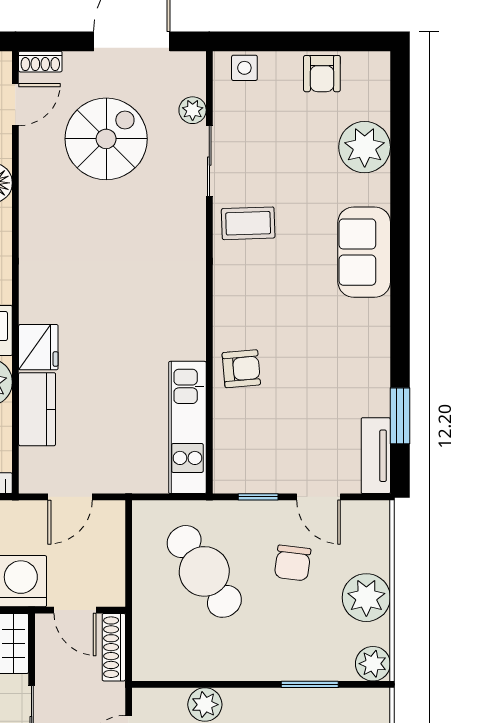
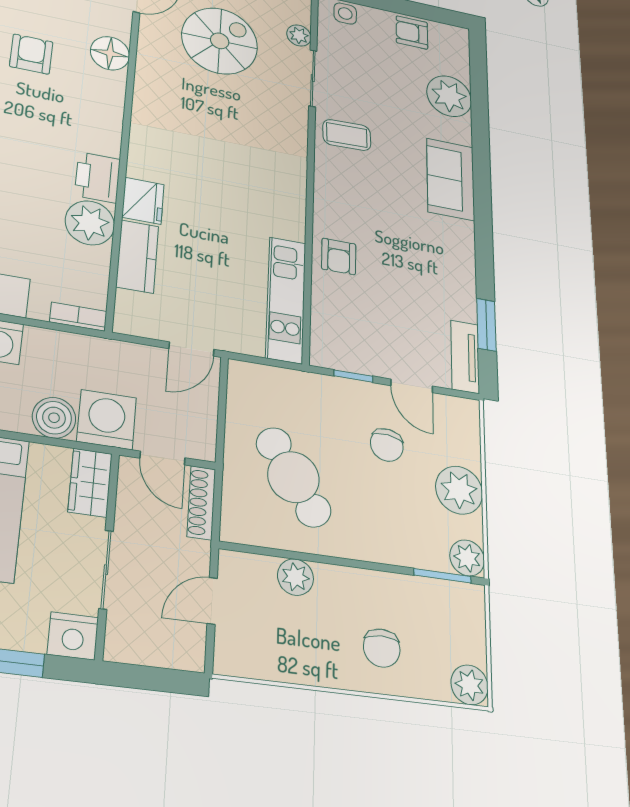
armchair: (322, 74) -> (412, 33), turned 90
armchair: (241, 369) -> (339, 256), turned 95
door: (70, 497) -> (191, 349), moved
cafe table: (204, 571) -> (293, 477), moved
window: (310, 684) -> (443, 576), moved

